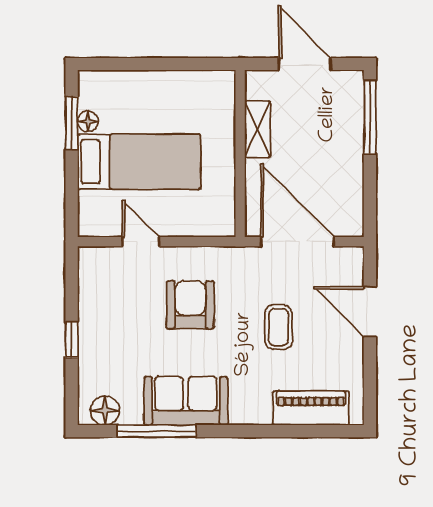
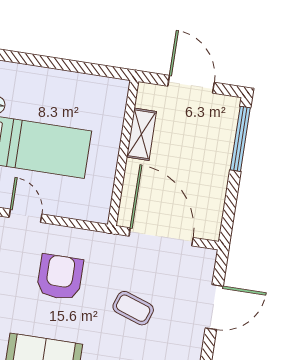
door: (370, 312) -> (214, 307), swing flipped
coffee table: (279, 327) -> (133, 308), turned -71

